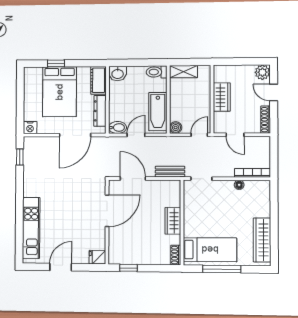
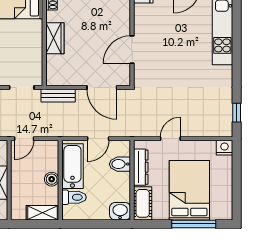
window: (56, 63) -> (194, 224), width x2.17
toilet: (157, 72) -> (74, 197), moved
bidet: (118, 128) -> (120, 164), moved
boiler: (176, 128) -> (52, 179), moved
door: (75, 135) -> (170, 139), width x0.53
door: (107, 211) -> (132, 50), width x0.73

